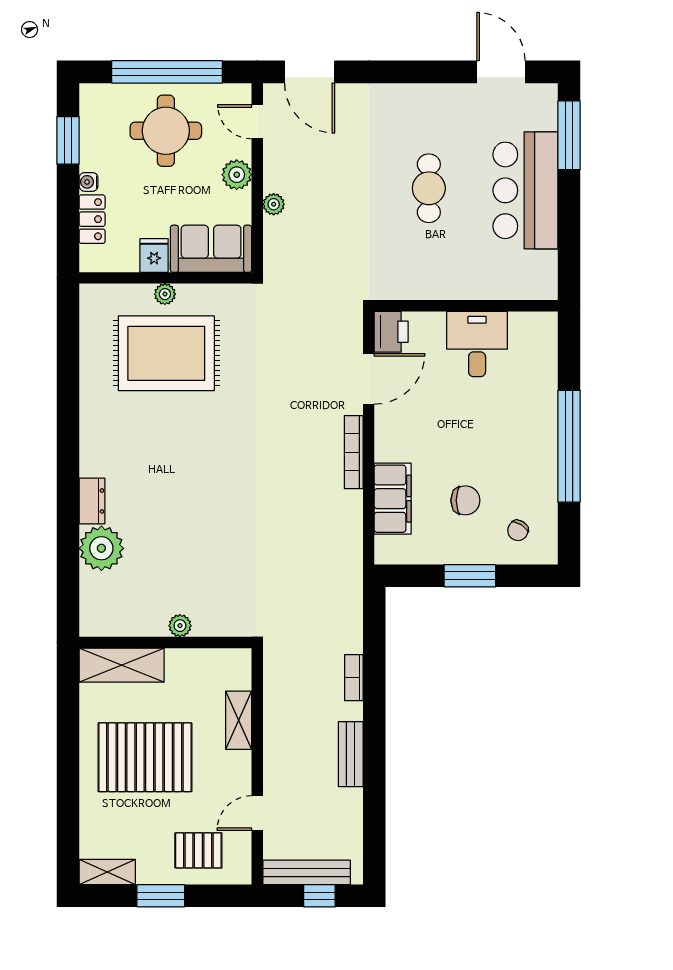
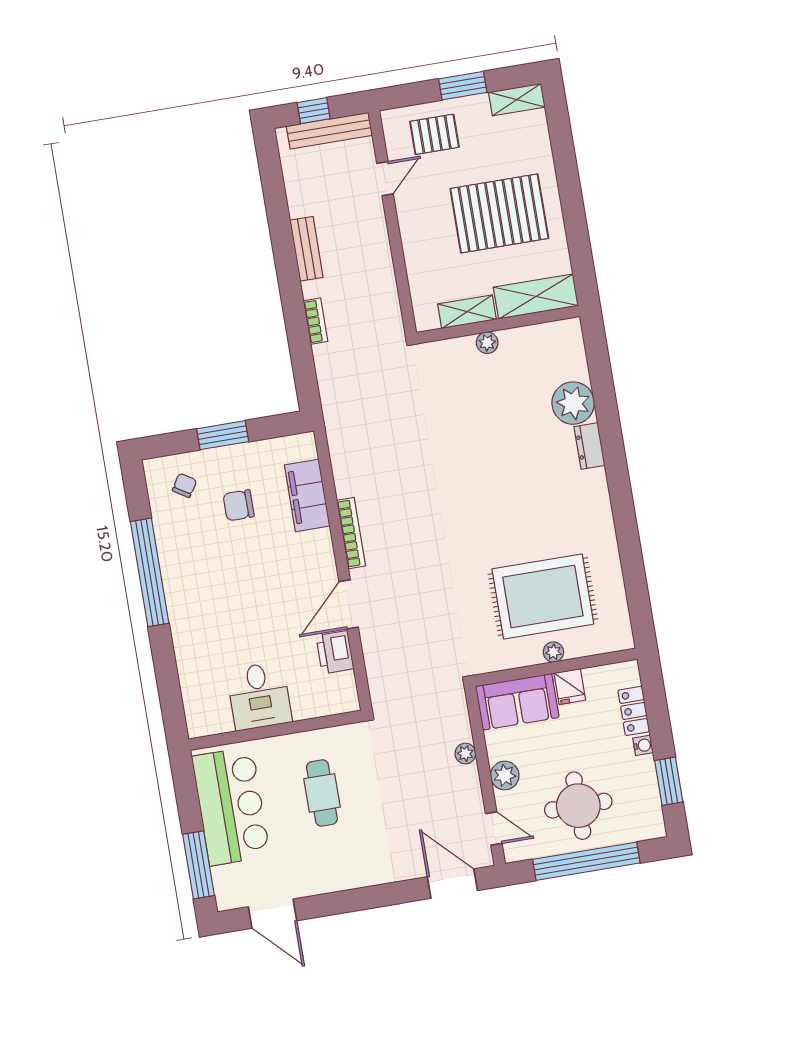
wall: (466, 306) -> (276, 730), moved
desk: (477, 344) -> (259, 696), moved
shelving: (239, 720) -> (467, 312), moved, turned 90

